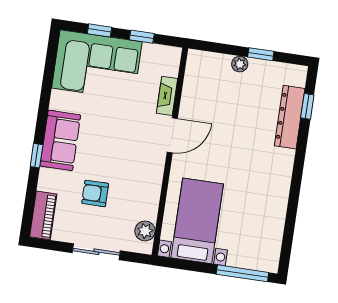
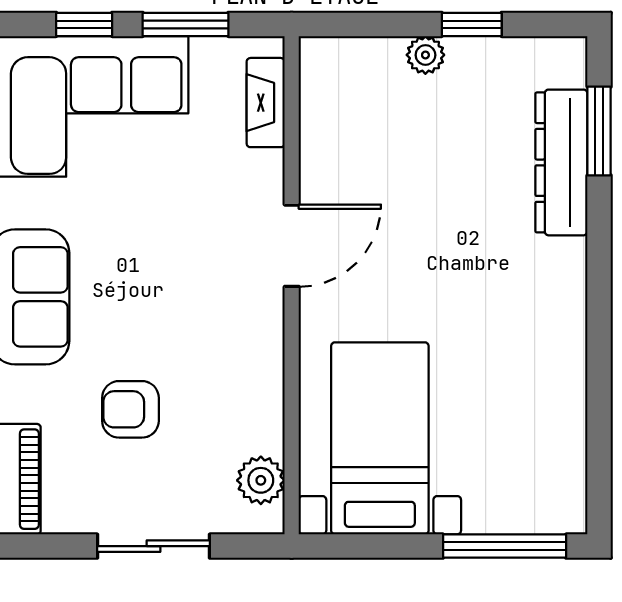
window: (142, 37) -> (186, 24), width x1.50
fireplace: (167, 96) -> (266, 103), moved
window: (307, 106) -> (599, 131), width x1.50

